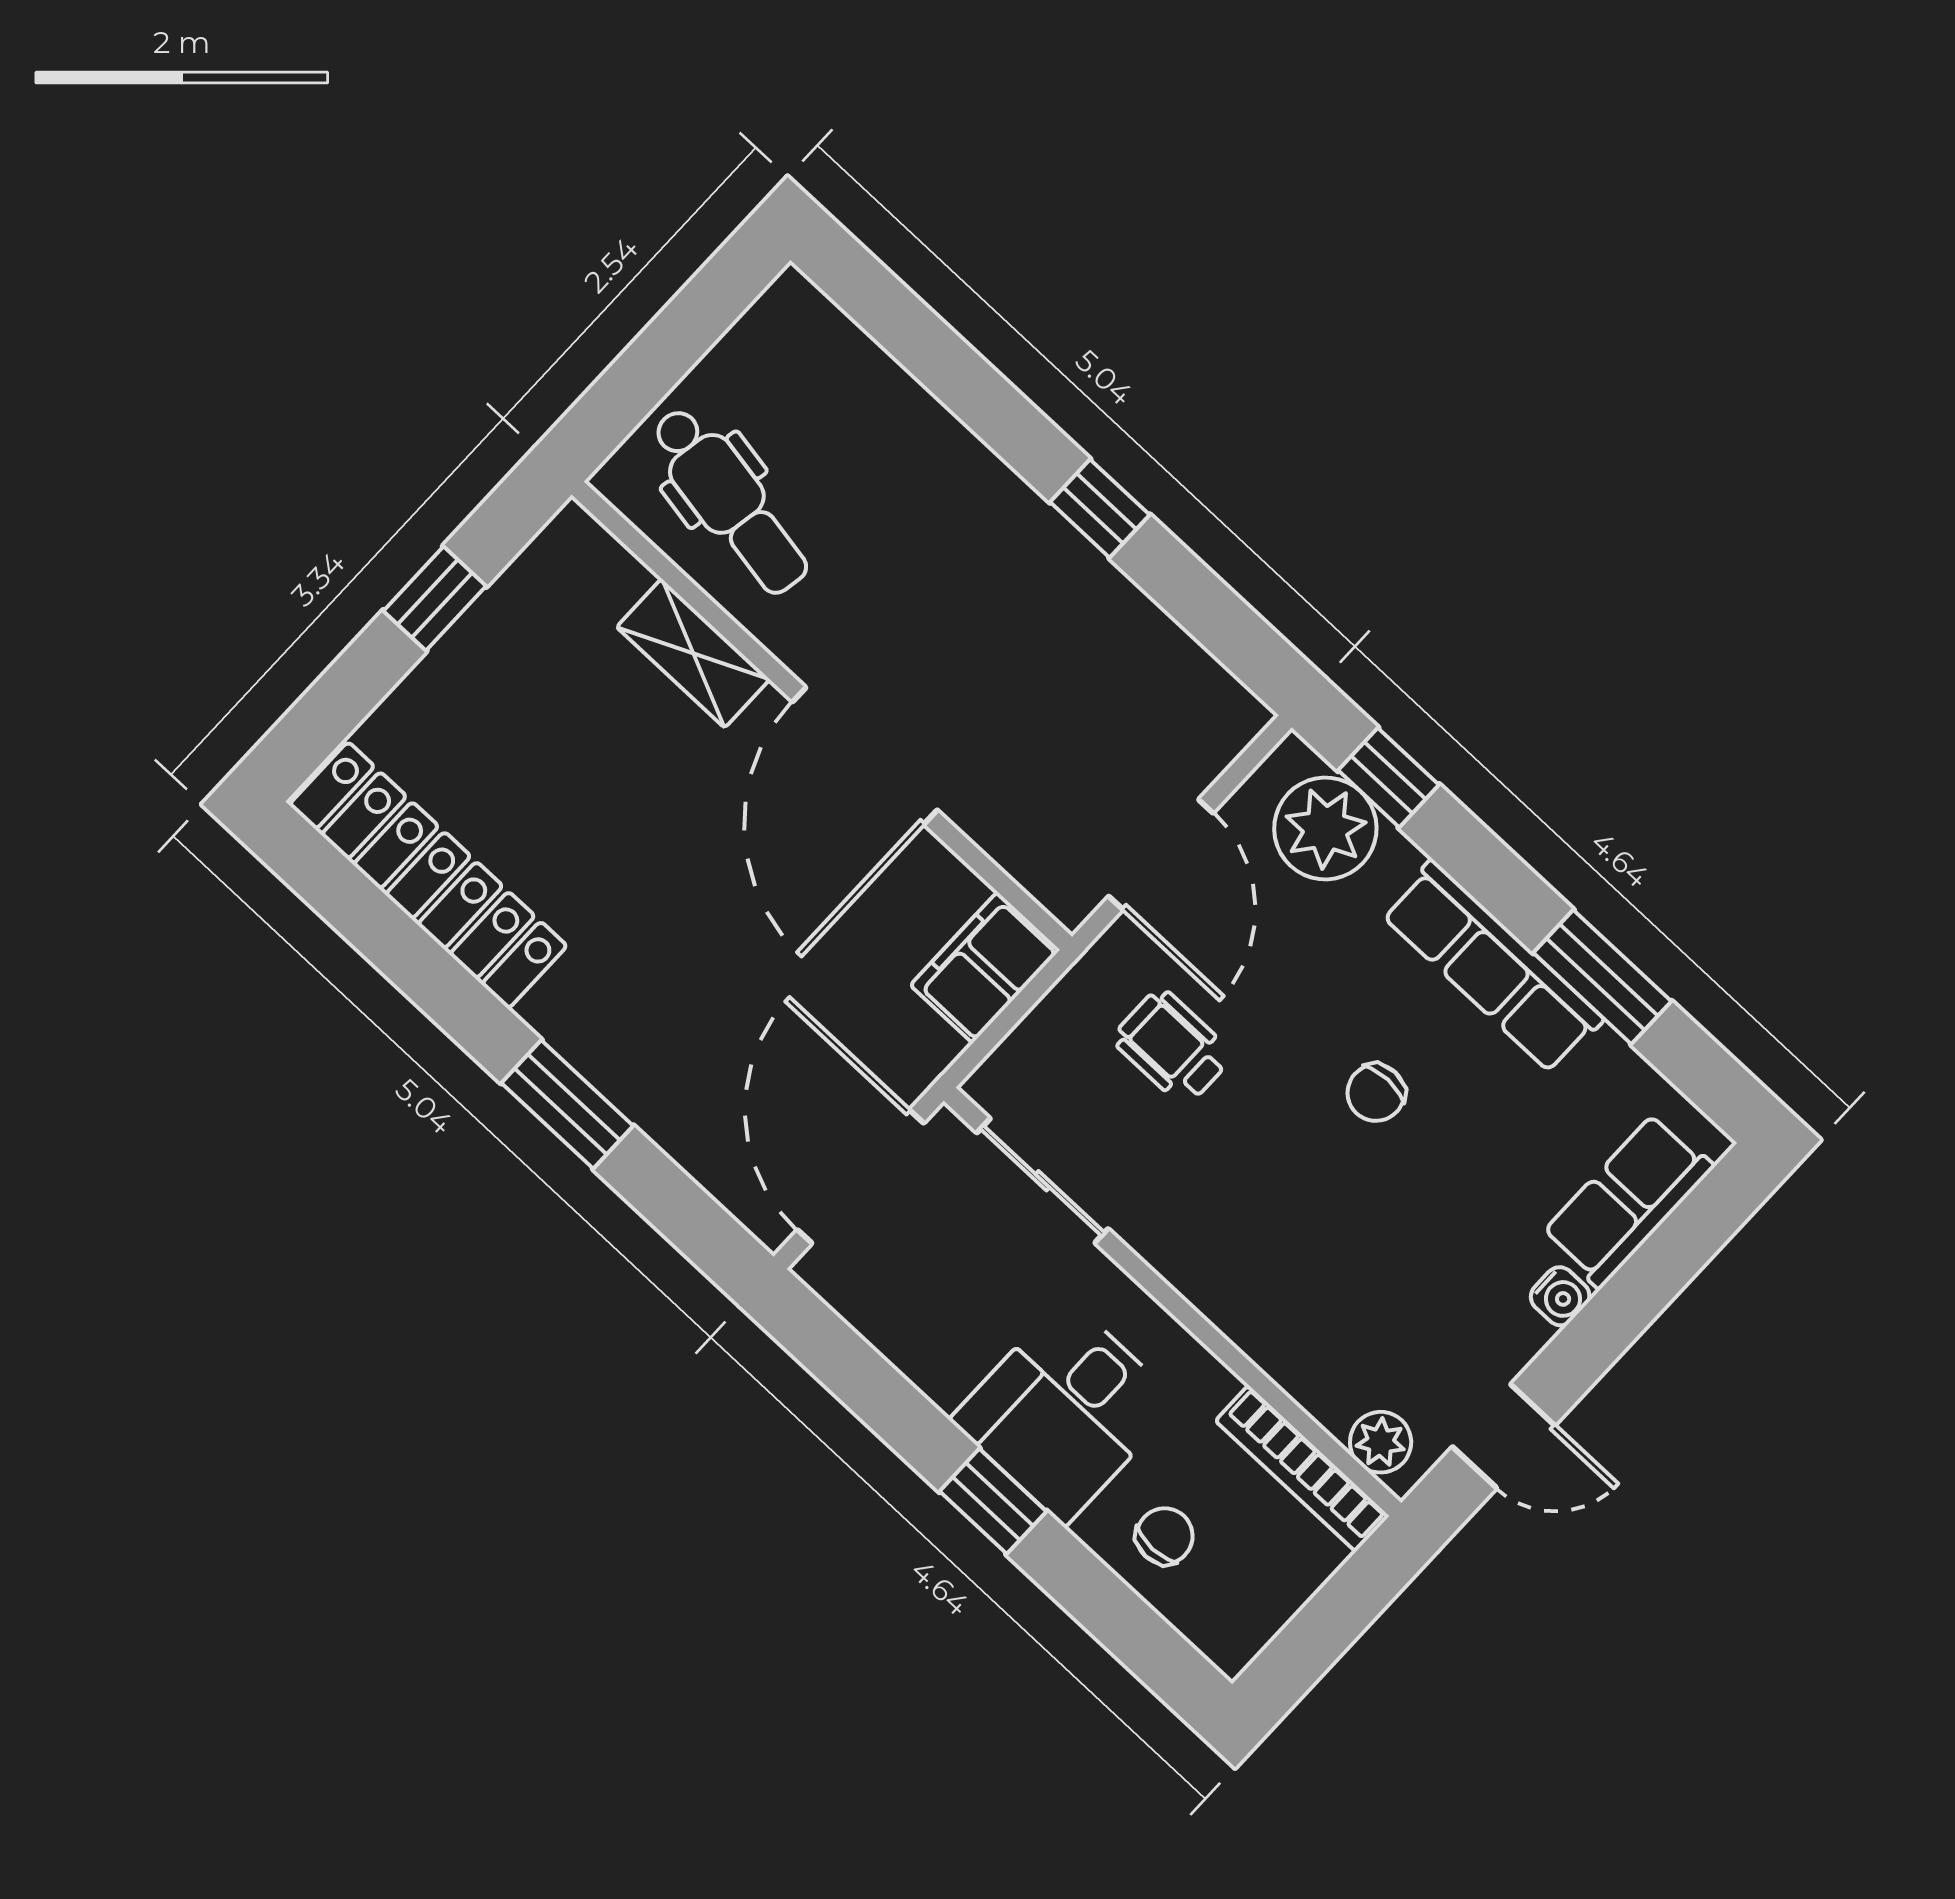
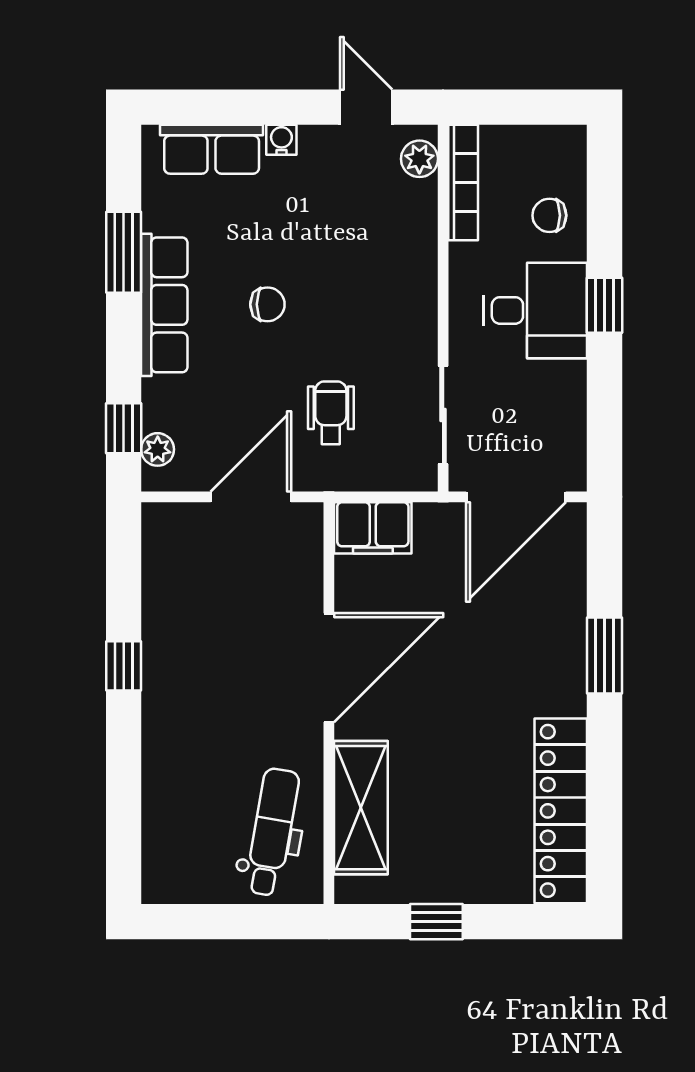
shelving: (693, 653) -> (361, 808), width x1.50, depth x1.33
plant: (1325, 828) -> (158, 449), width x0.53, depth x0.53
wheelchair: (1172, 1047) -> (331, 413), turned 180

